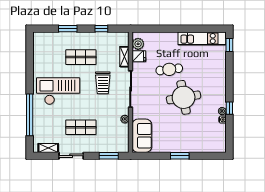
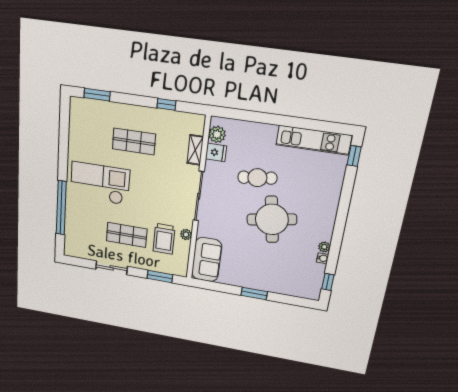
window: (68, 29) -> (97, 95), moved
trolley: (103, 83) -> (164, 239), moved
window: (229, 108) -> (328, 282), moved
shelving: (48, 148) -> (83, 253), removed

